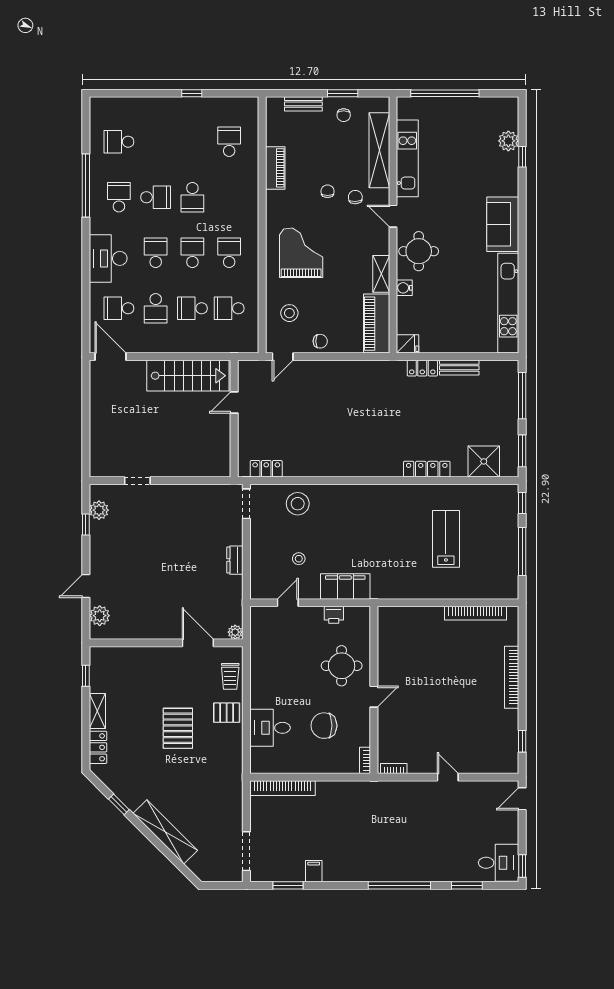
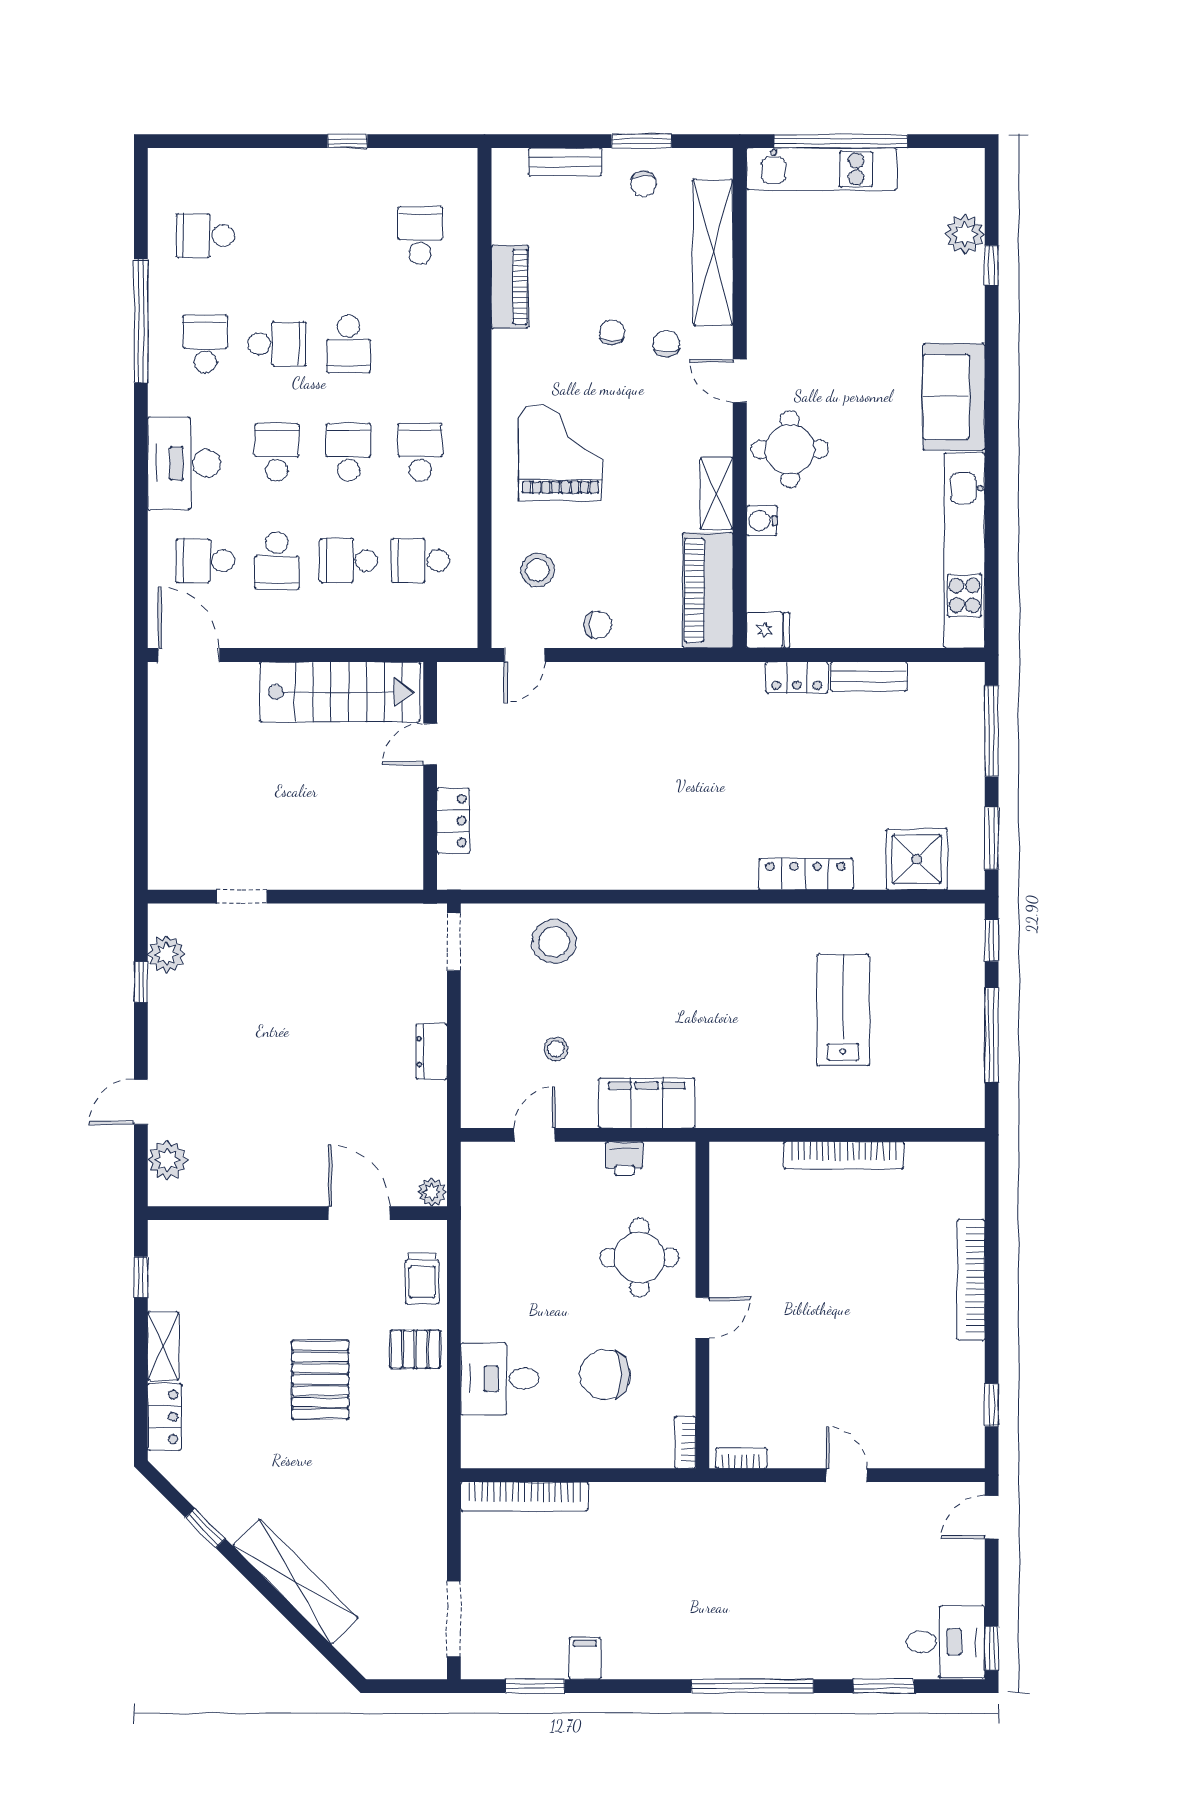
kitchen unit: (407, 158) -> (822, 169), moved, turned 90
locker: (266, 469) -> (453, 821), moved, turned 90
bookcase: (475, 613) -> (844, 1155), moved

